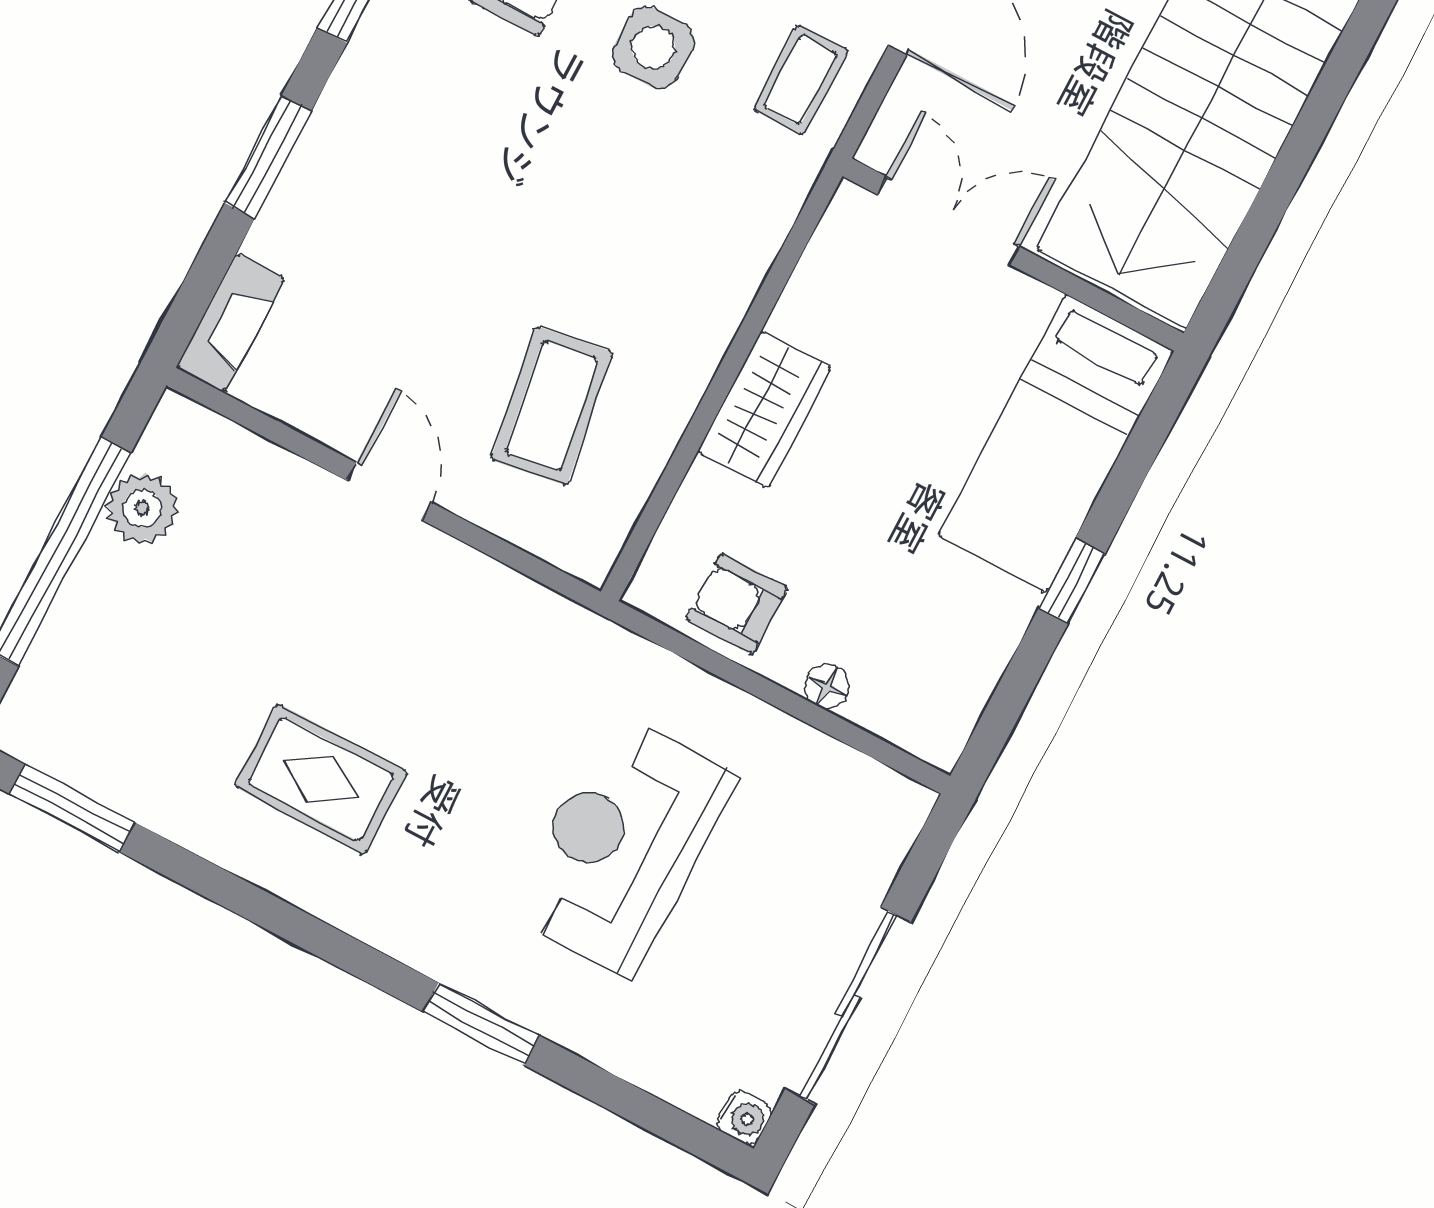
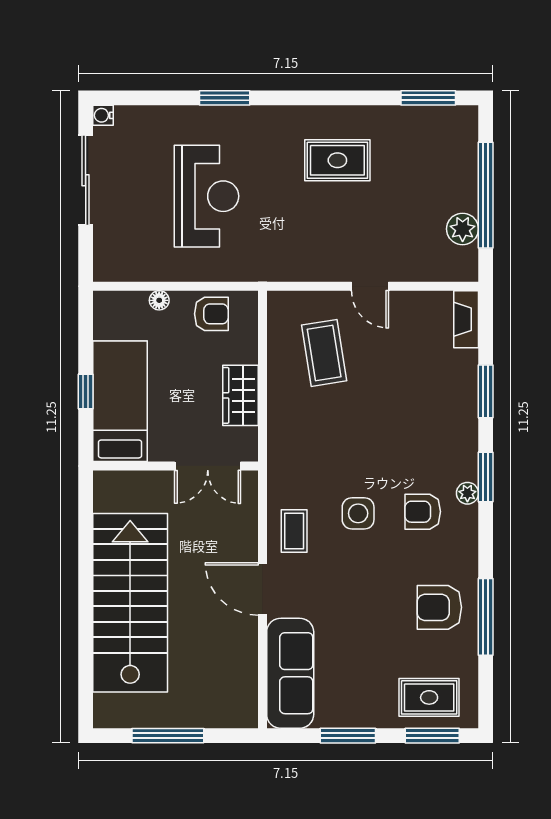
double door: (948, 221) -> (208, 466), moved
wall: (1013, 255) -> (175, 466), moved
bed: (1056, 443) -> (120, 401), moved

